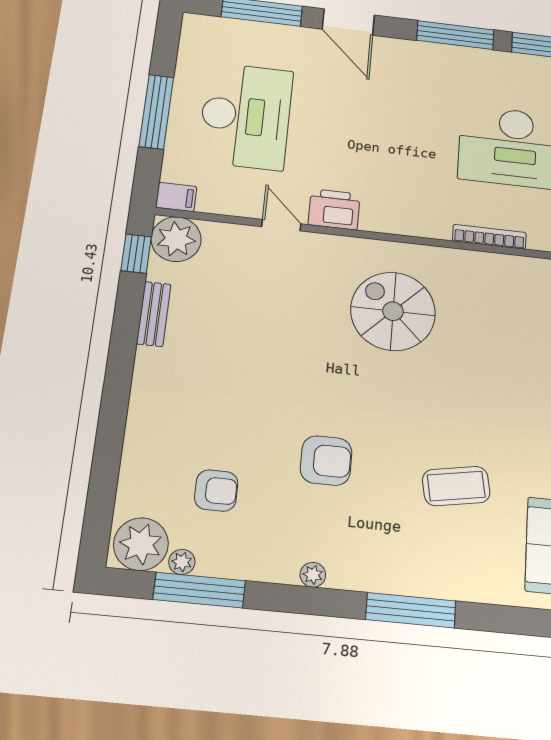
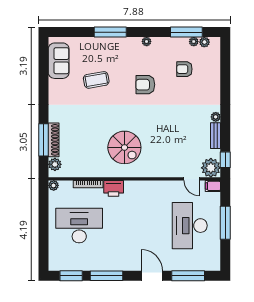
printer: (334, 209) -> (114, 188), moved
door: (281, 225) -> (192, 179), moved
plant: (147, 360) -> (216, 117), added
plant: (141, 544) -> (204, 42), width x0.53, depth x0.53

